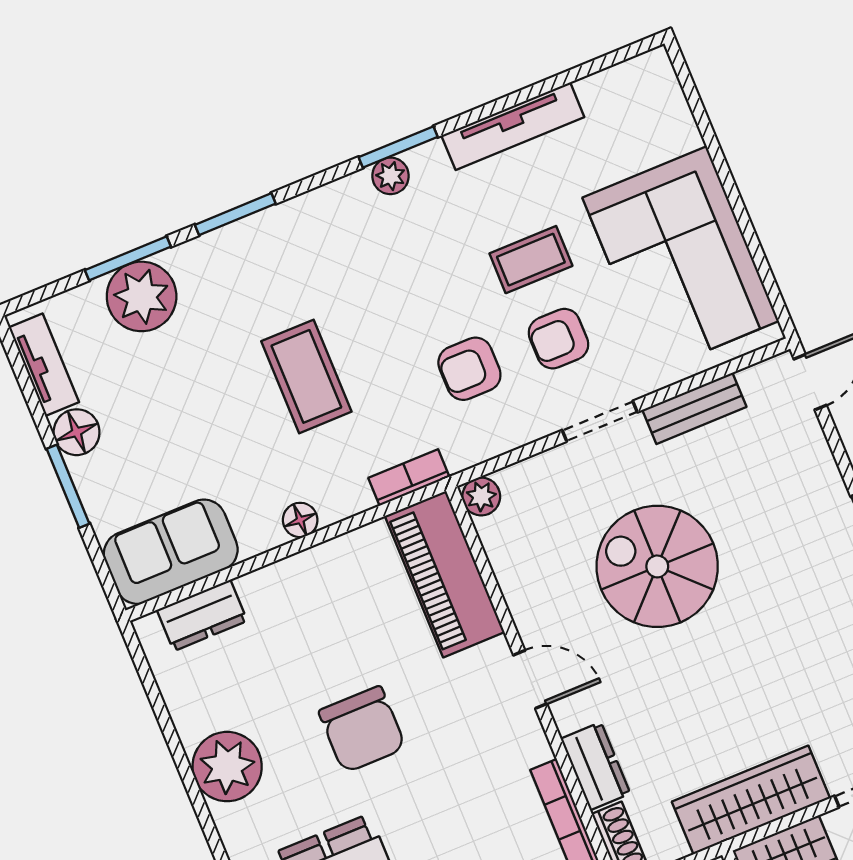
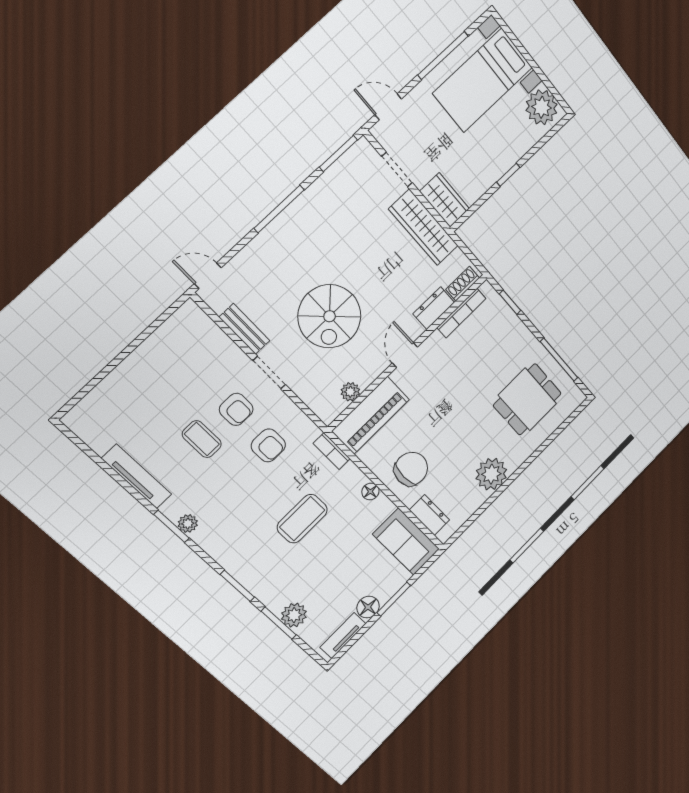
corner sofa: (681, 259) -> (171, 366), removed
plant: (142, 296) -> (294, 615), width x0.73, depth x0.73
plant: (481, 497) -> (350, 392), moved
chair: (362, 729) -> (411, 469), moved

